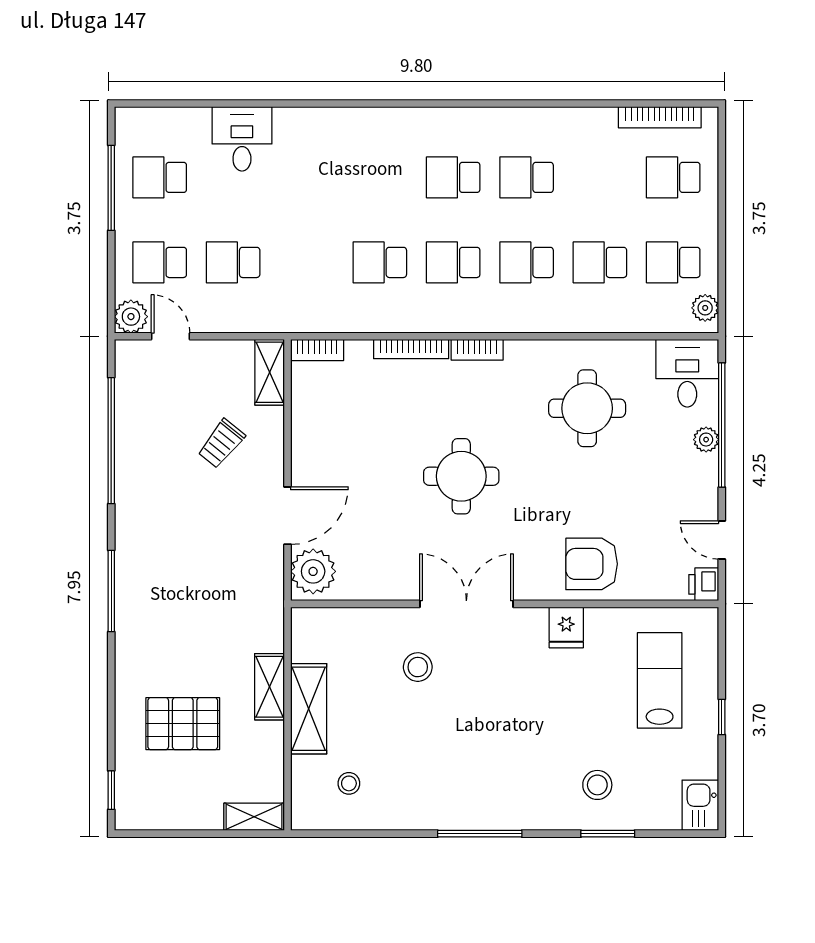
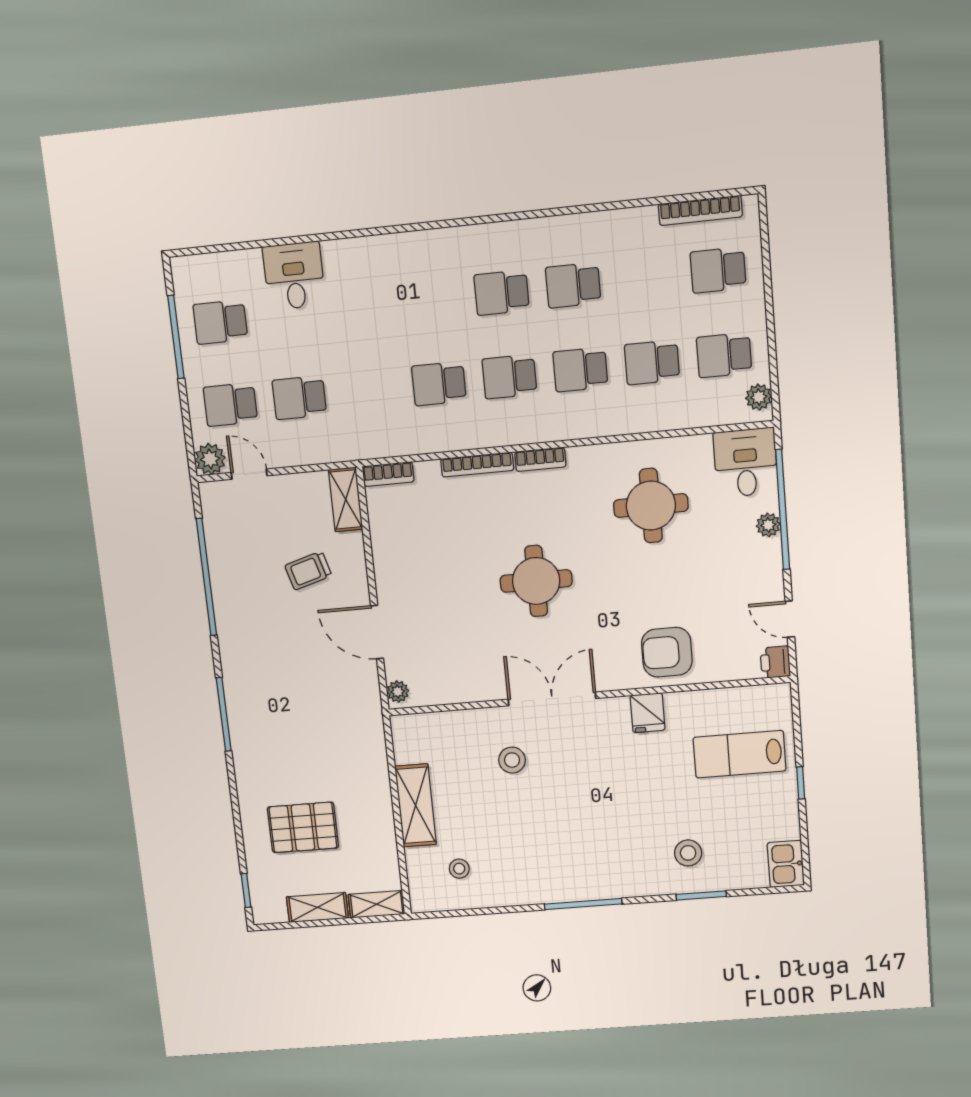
trolley: (221, 444) -> (308, 571), turned 35
door: (287, 516) -> (377, 632), swing flipped
plant: (313, 571) -> (398, 692), width x0.53, depth x0.53
lab bench: (660, 680) -> (739, 754), turned -90
shelving: (269, 687) -> (317, 907), moved, turned 90

